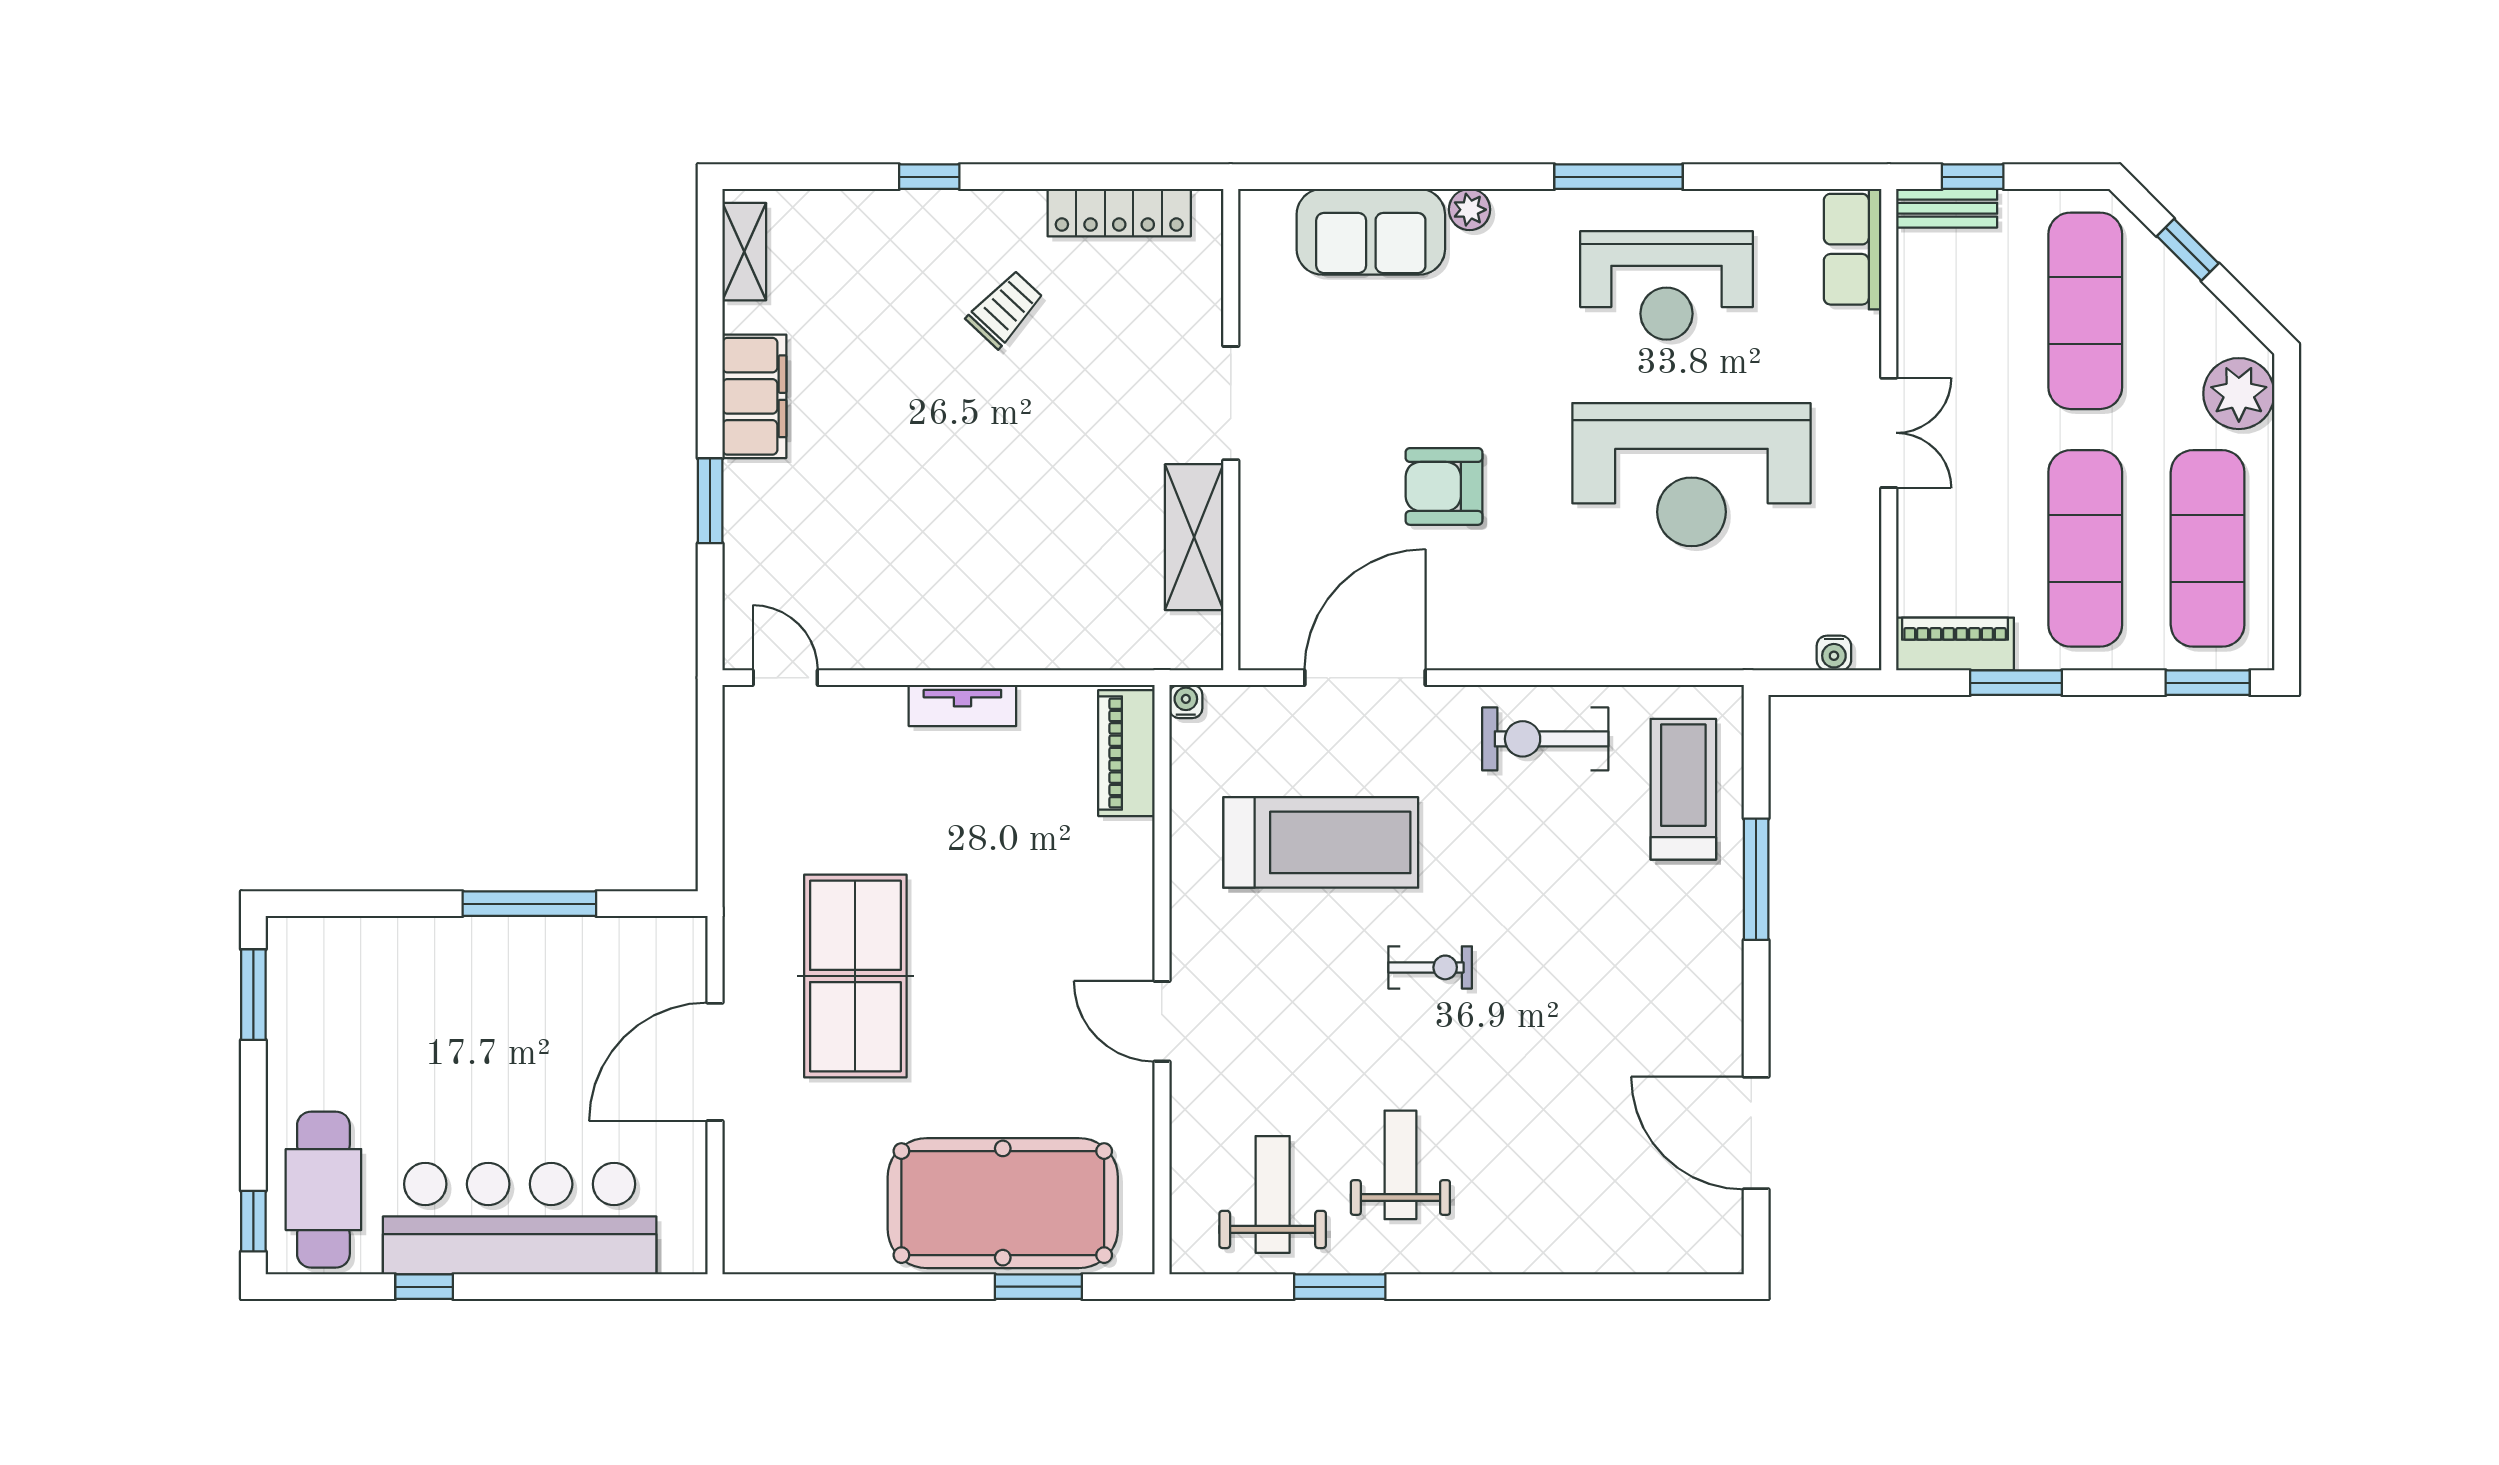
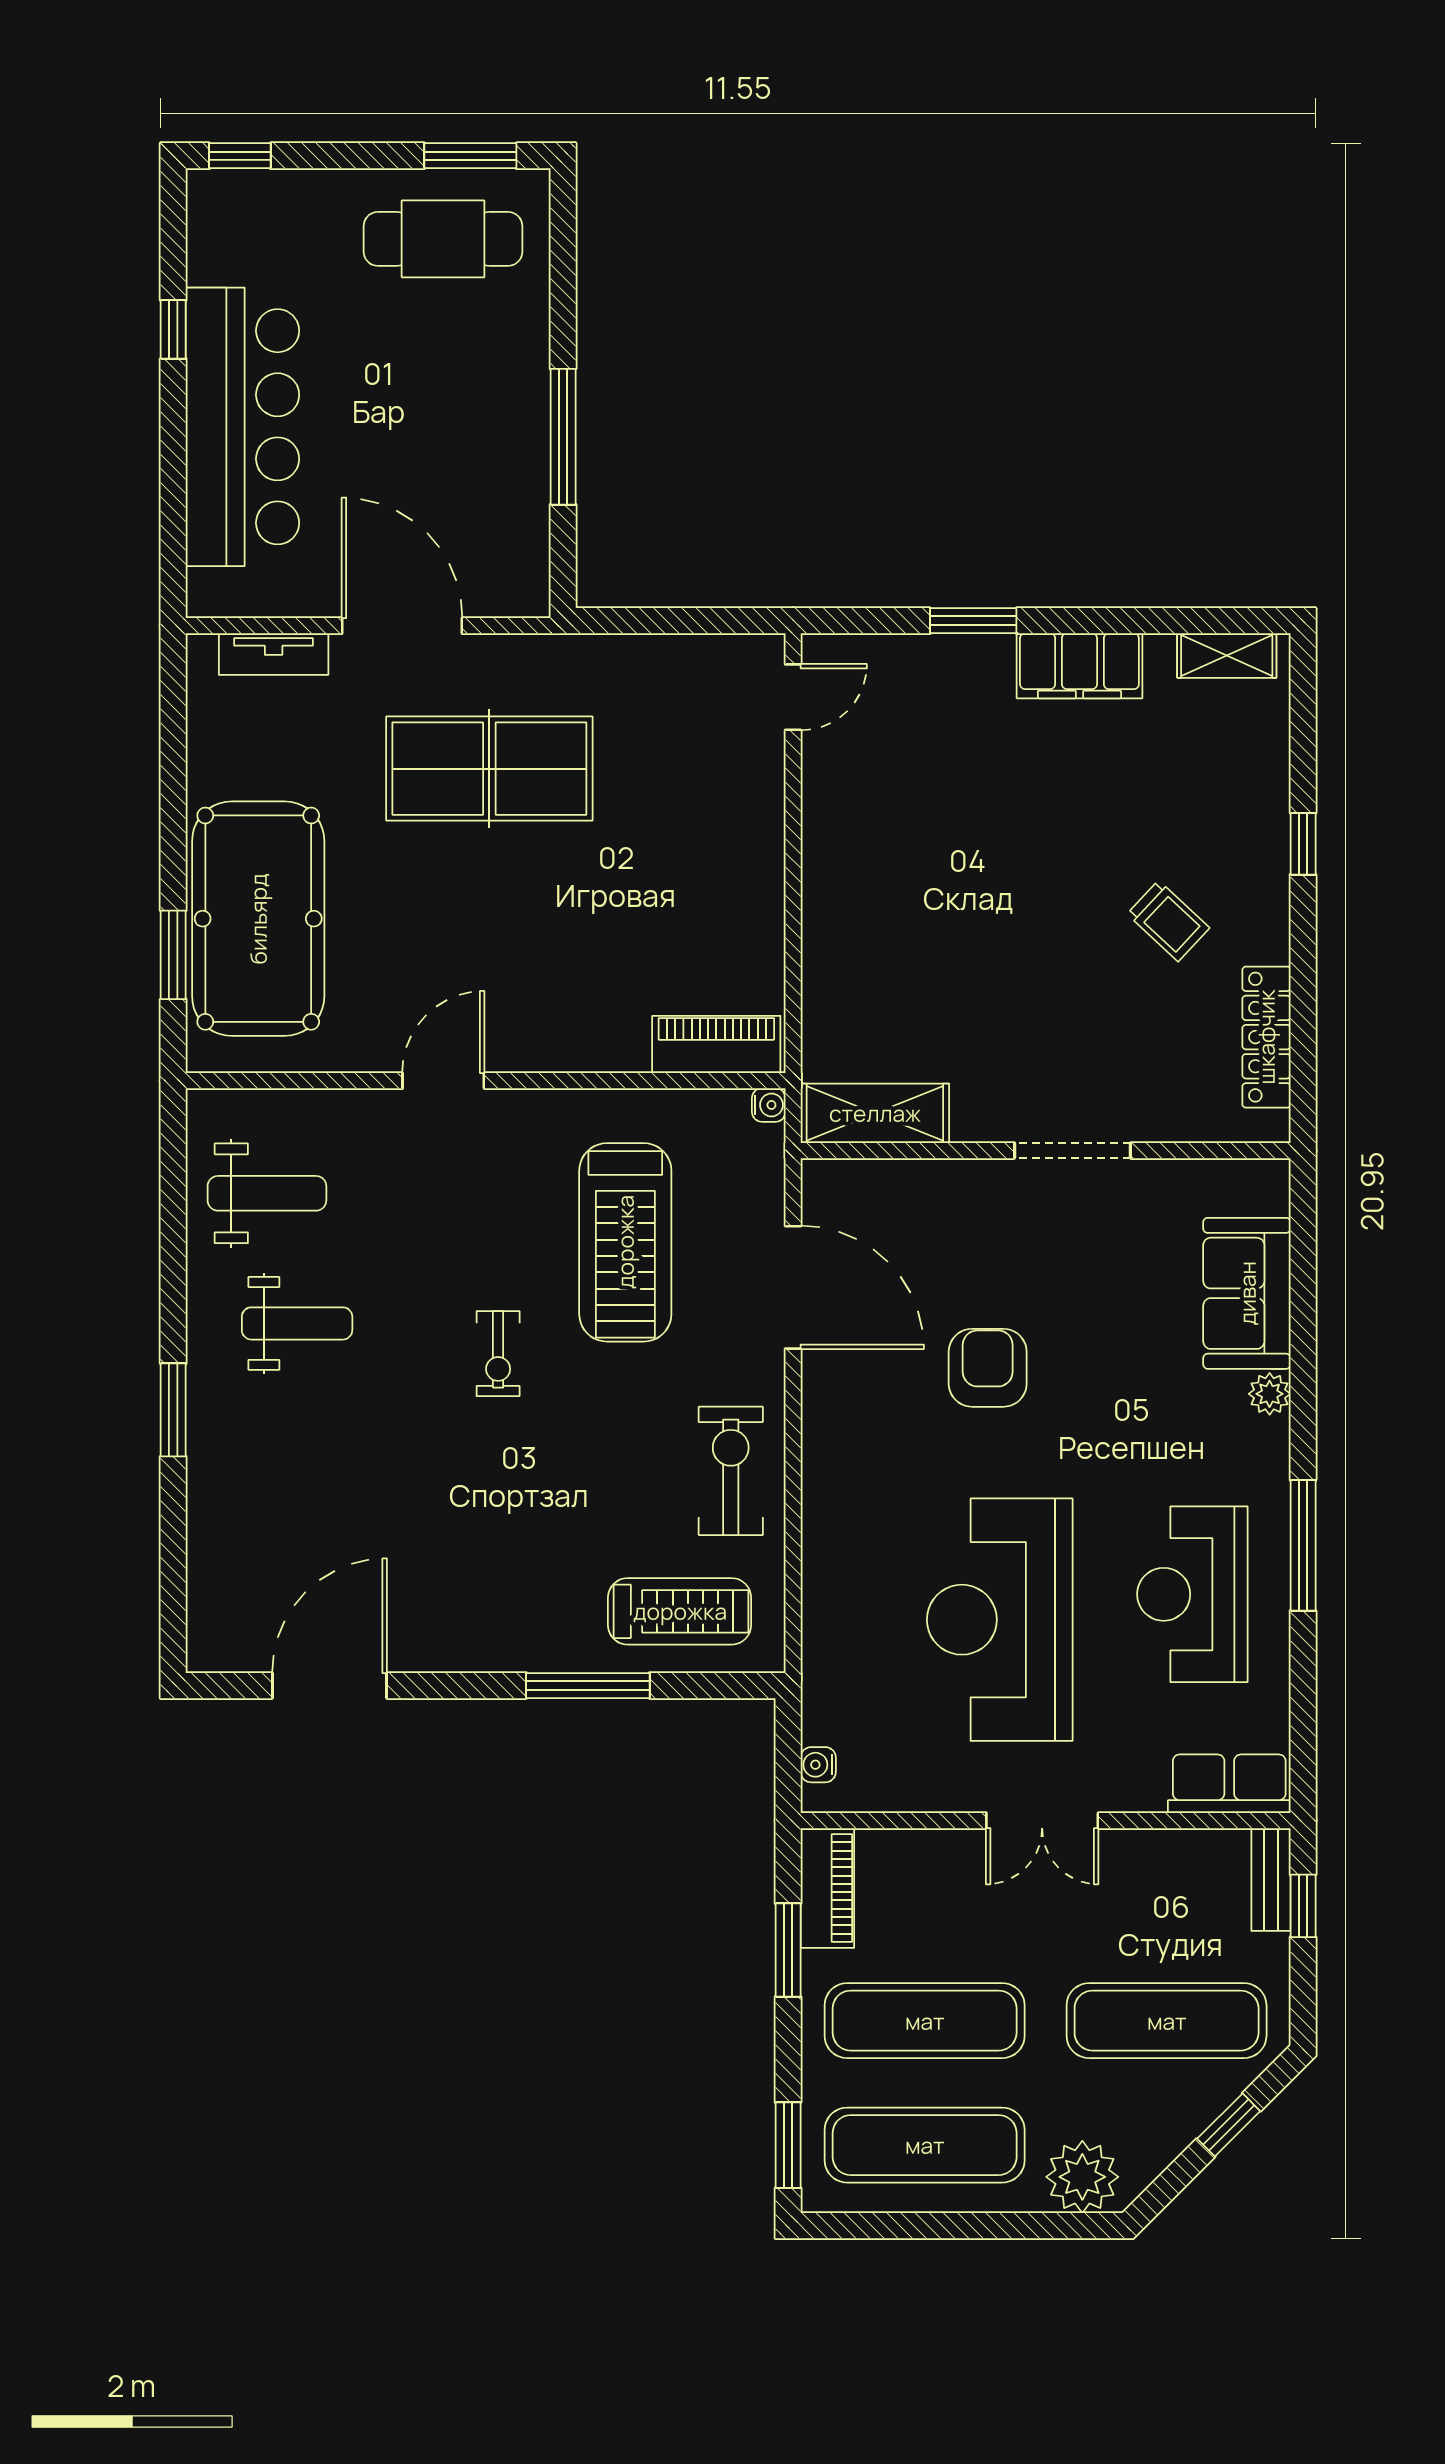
shelving: (1194, 537) -> (875, 1113), moved
tv unit: (962, 706) -> (274, 654), moved, turned -90
cafe table: (323, 1190) -> (443, 239), moved
window: (1340, 1287) -> (173, 1410), moved

